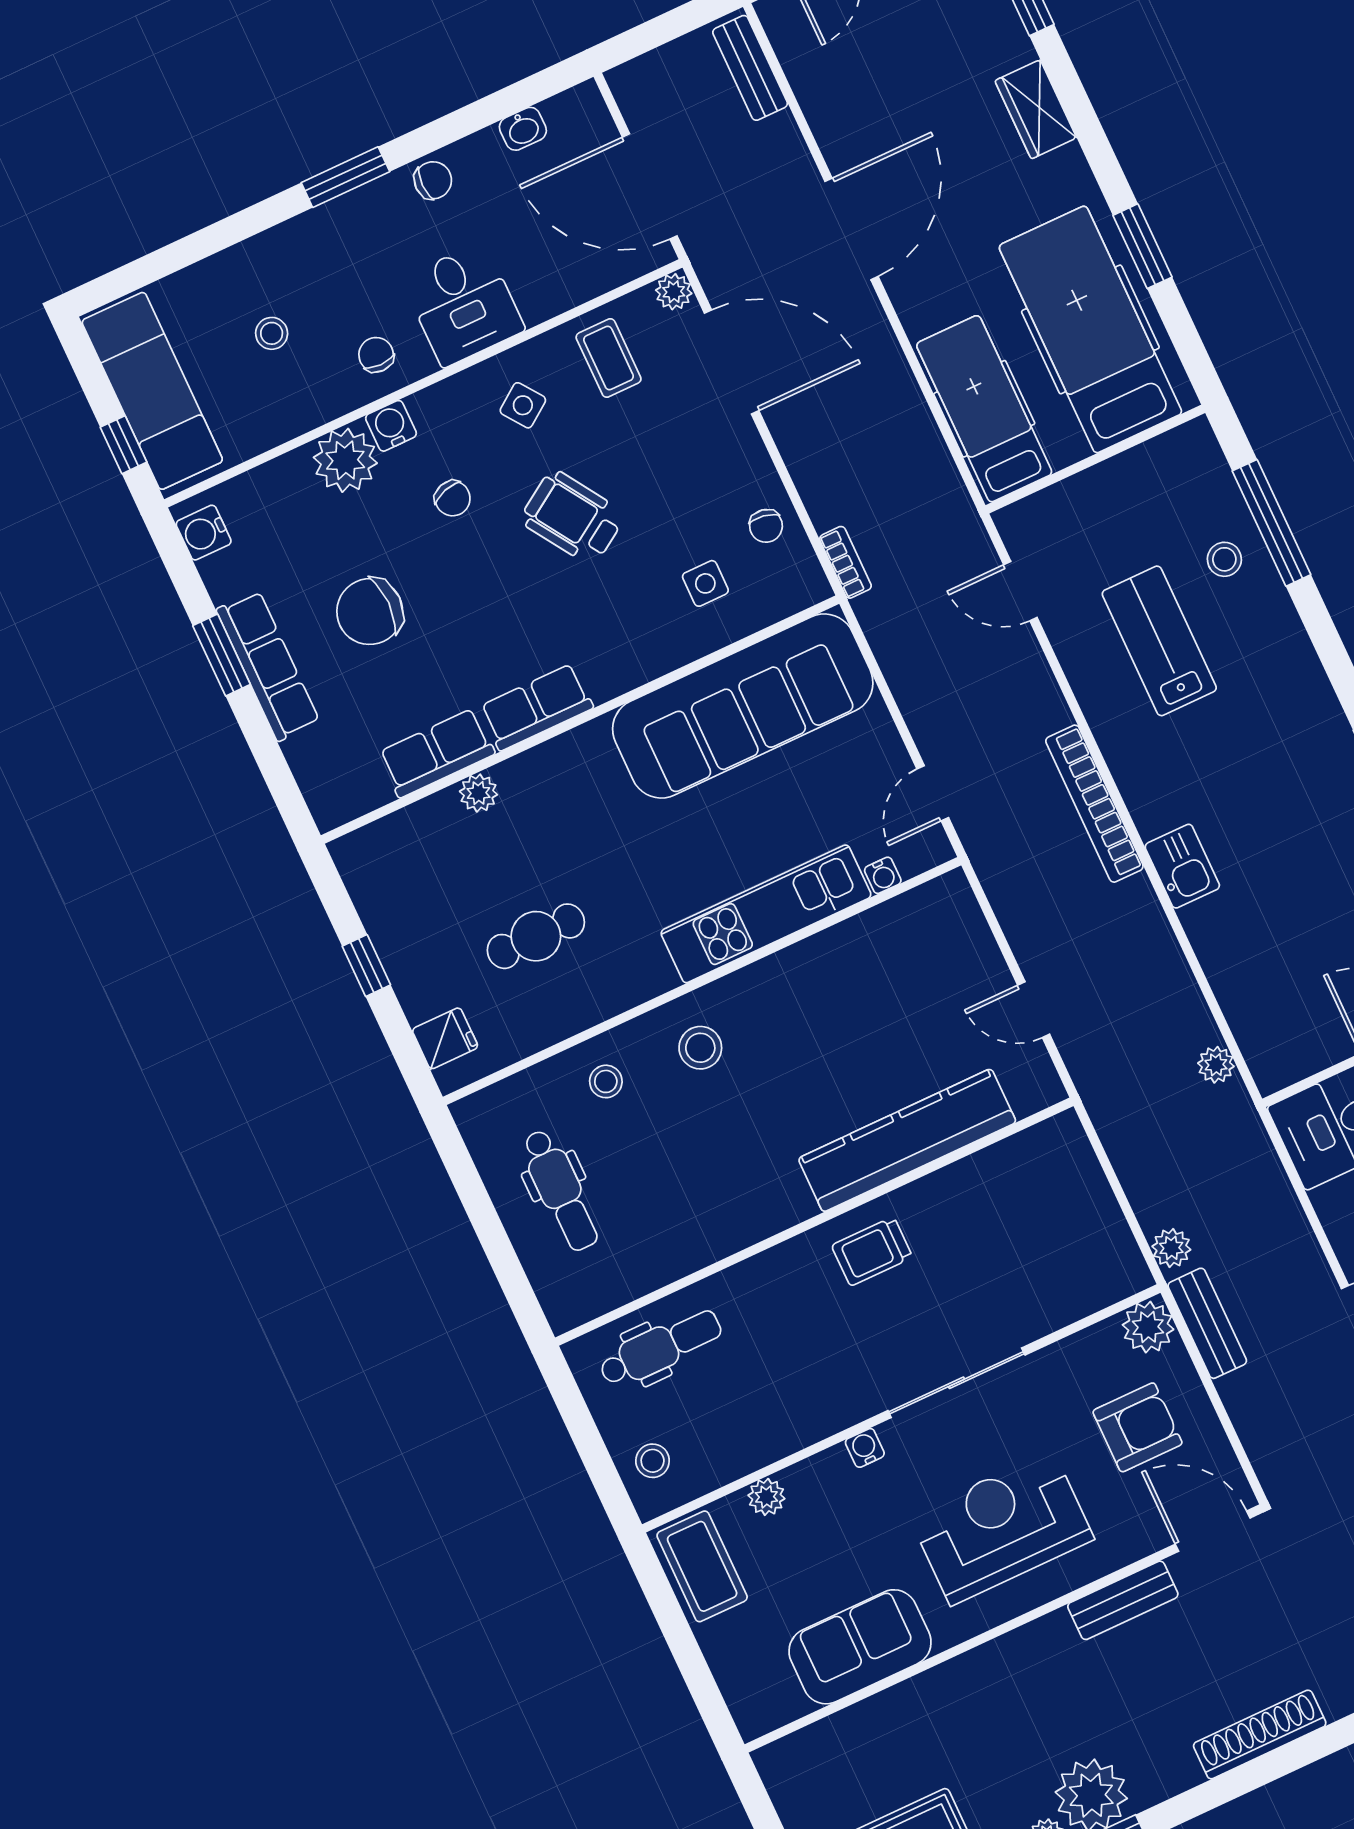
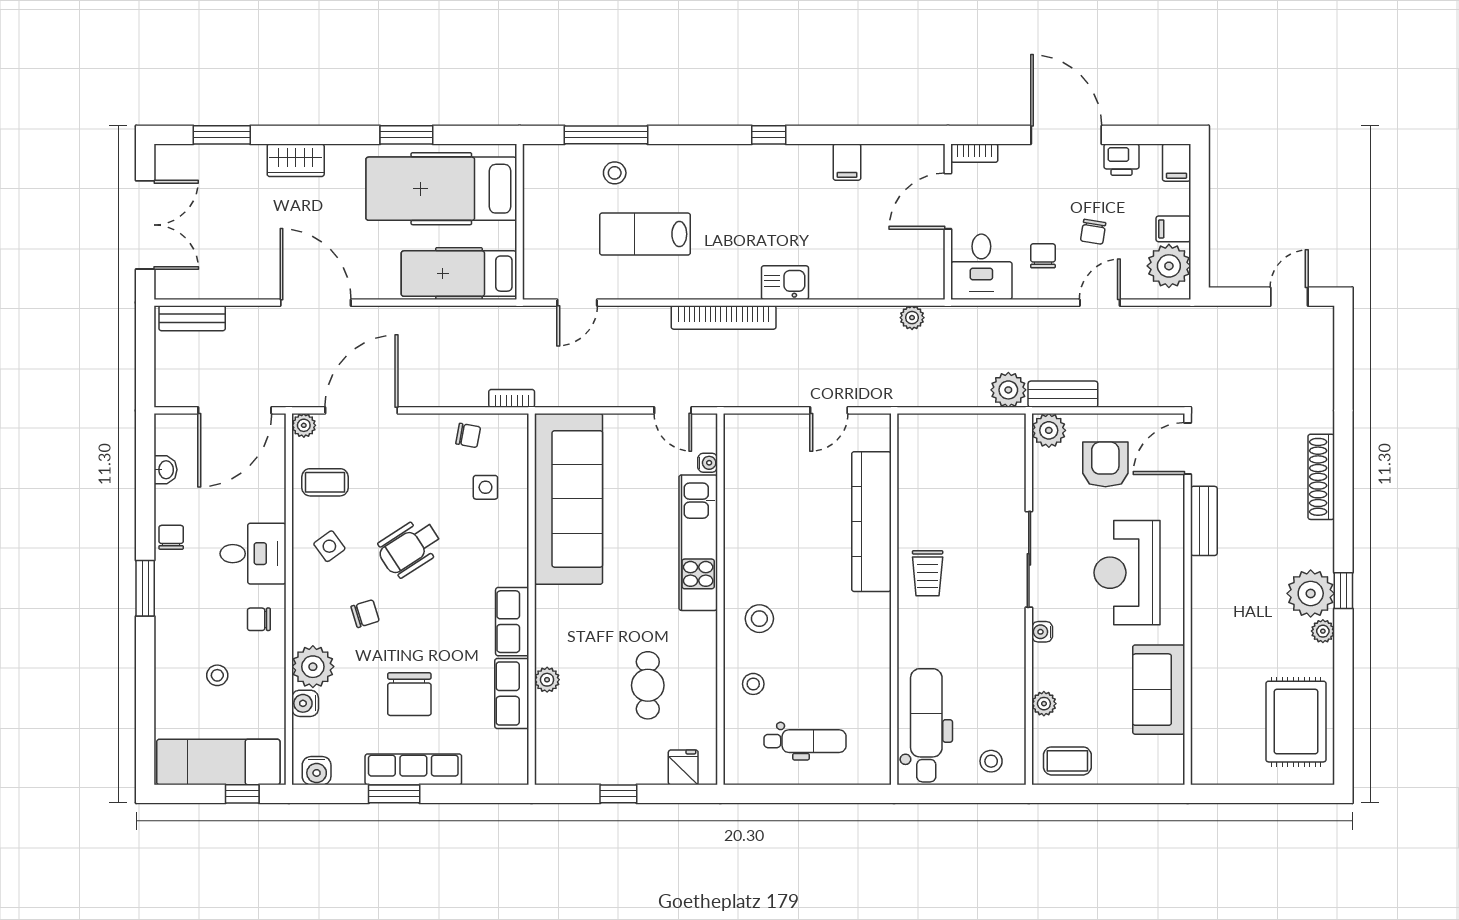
water cooler: (391, 426) -> (305, 703), moved
plant: (1171, 1248) -> (1008, 390), width x1.38, depth x1.38
dental chair: (660, 1348) -> (926, 725), width x1.36, depth x1.38
coffee table: (702, 1566) -> (1067, 761), width x0.73, depth x0.77

